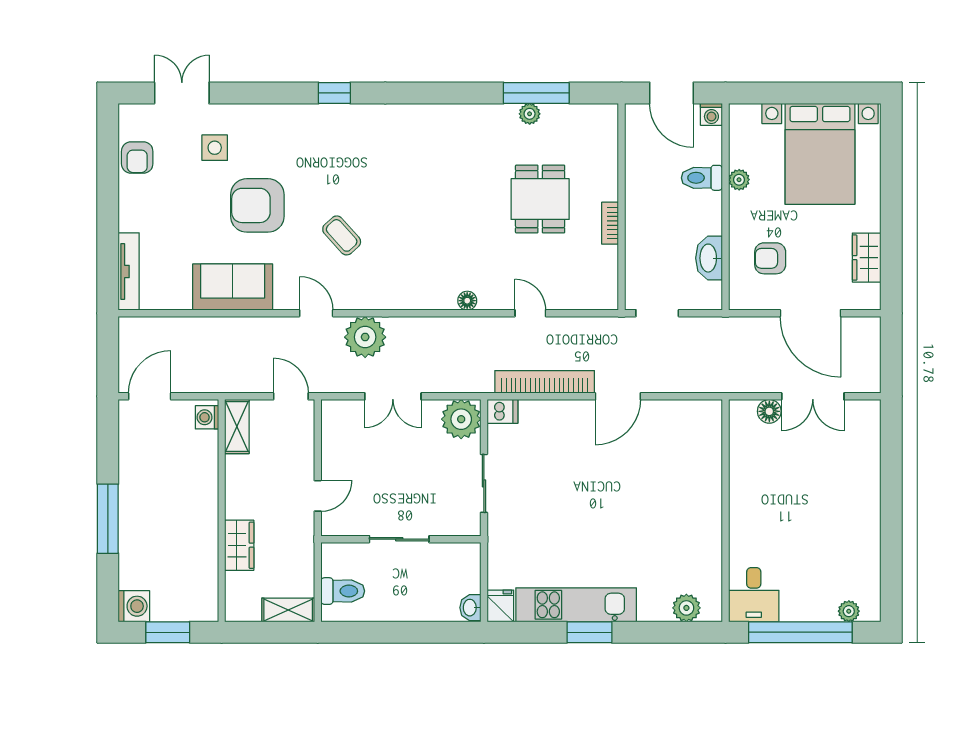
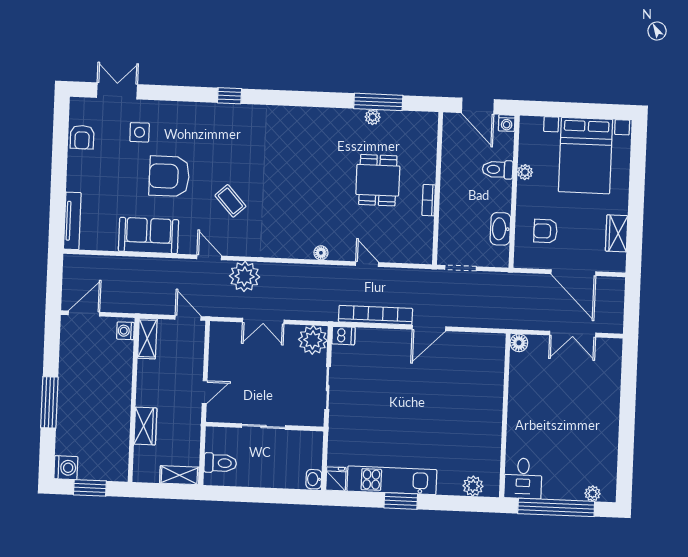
floor lamp: (769, 411) -> (519, 343), moved

